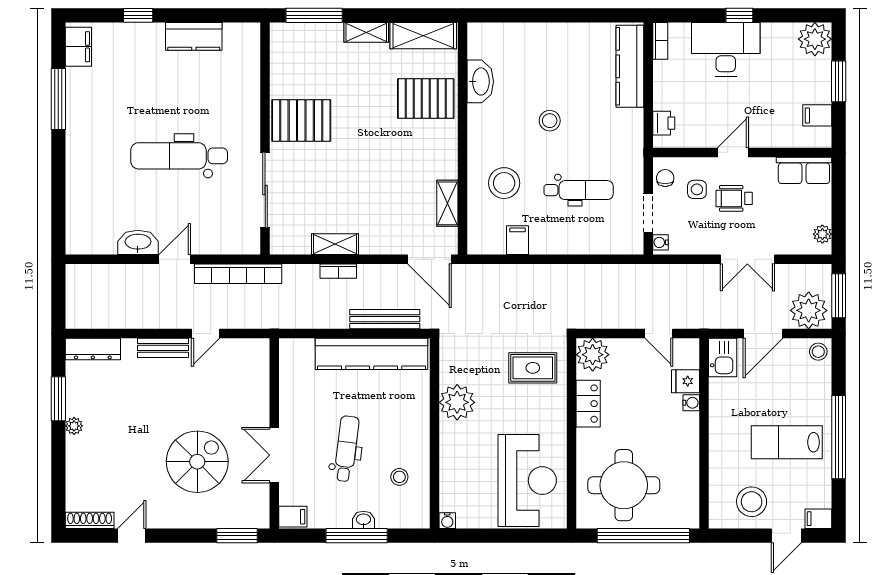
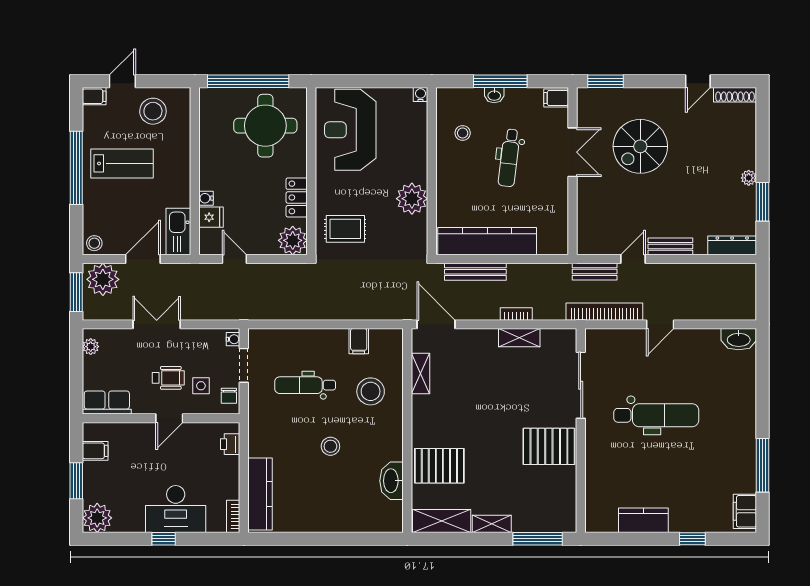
washbasin: (138, 242) -> (739, 339), moved
bench: (249, 319) -> (595, 272), added
kitchen sink: (723, 358) -> (178, 232), width x1.38

